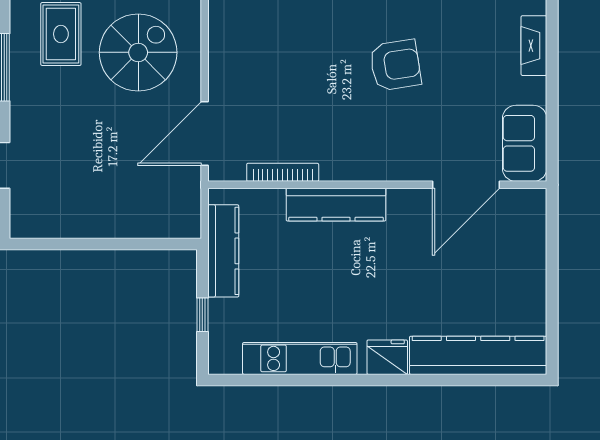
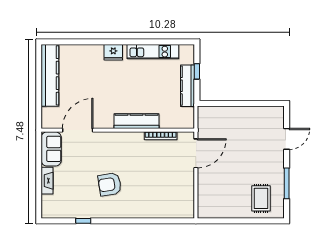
fireplace: (534, 46) -> (47, 181), moved
spiral stairs: (138, 52) -> (226, 190), removed
kitchen counter: (223, 251) -> (187, 86), moved
kitchen counter: (478, 355) -> (50, 75), moved, turned -90

